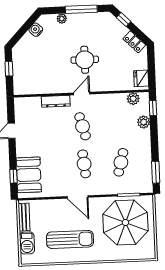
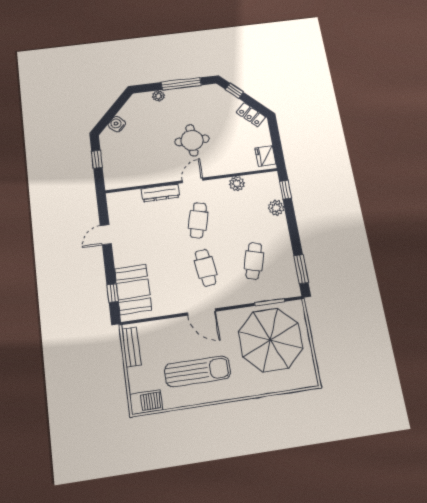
water cooler: (36, 30) -> (117, 124), moved
plant: (133, 99) -> (237, 184), moved
cafe table: (83, 126) -> (198, 220), turned 30
barbecue: (27, 243) -> (146, 402), moved, turned -90

